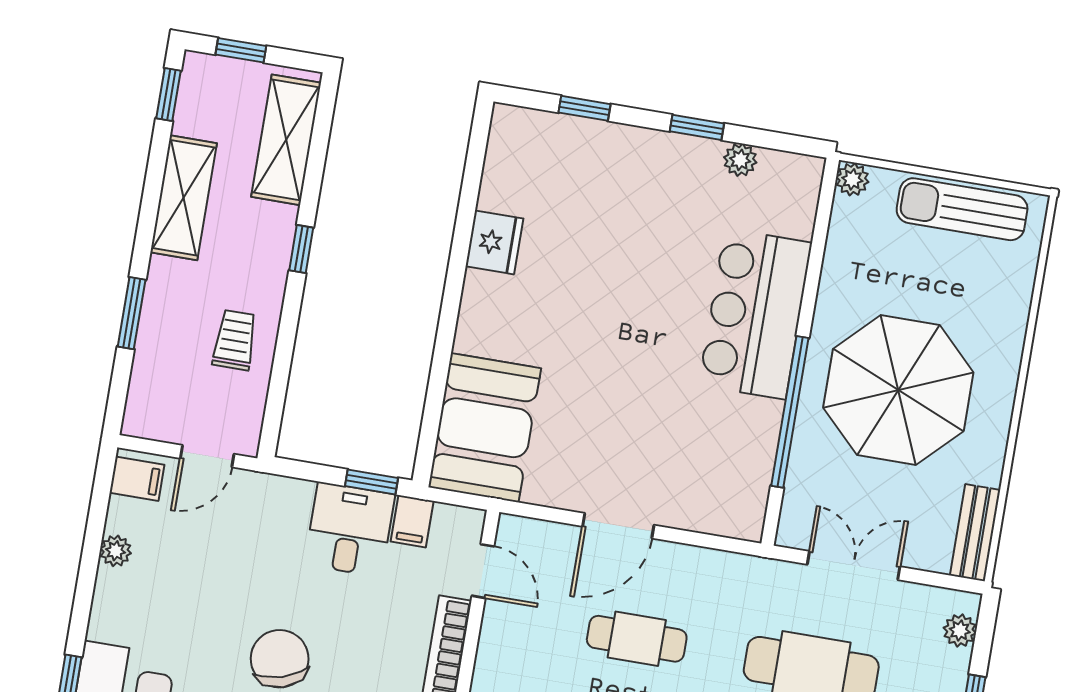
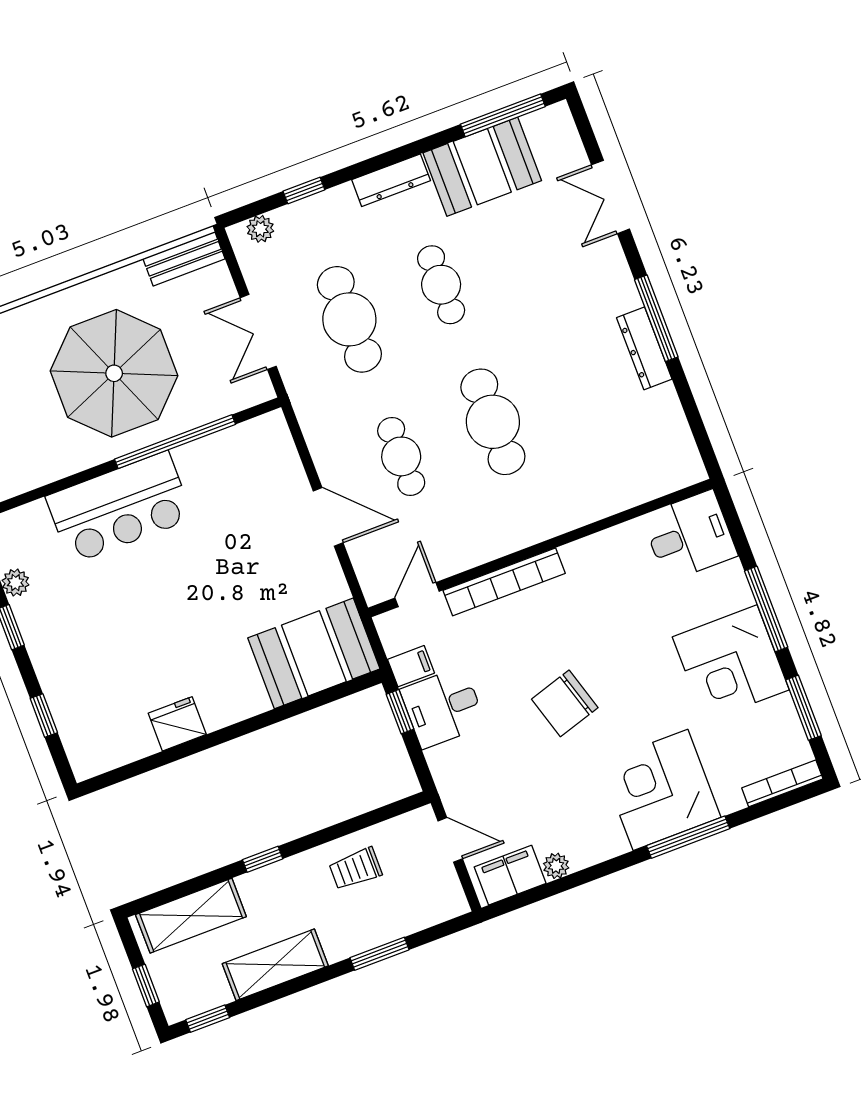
filing cabinet: (137, 479) -> (510, 875), width x2.00

